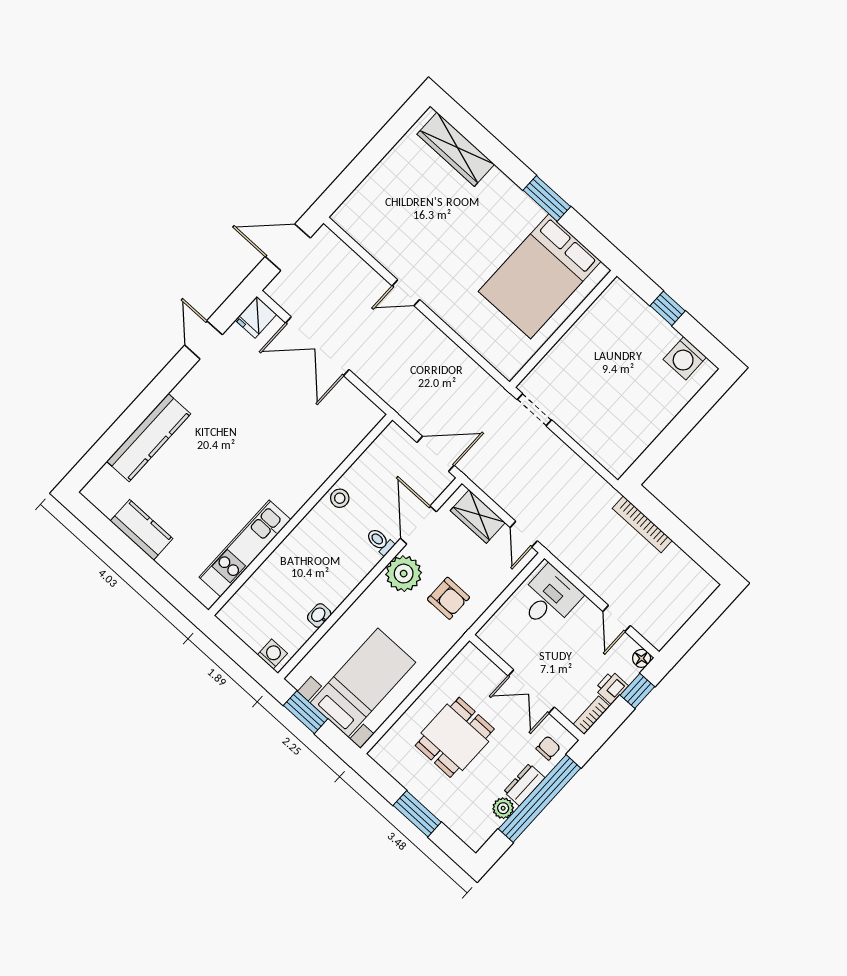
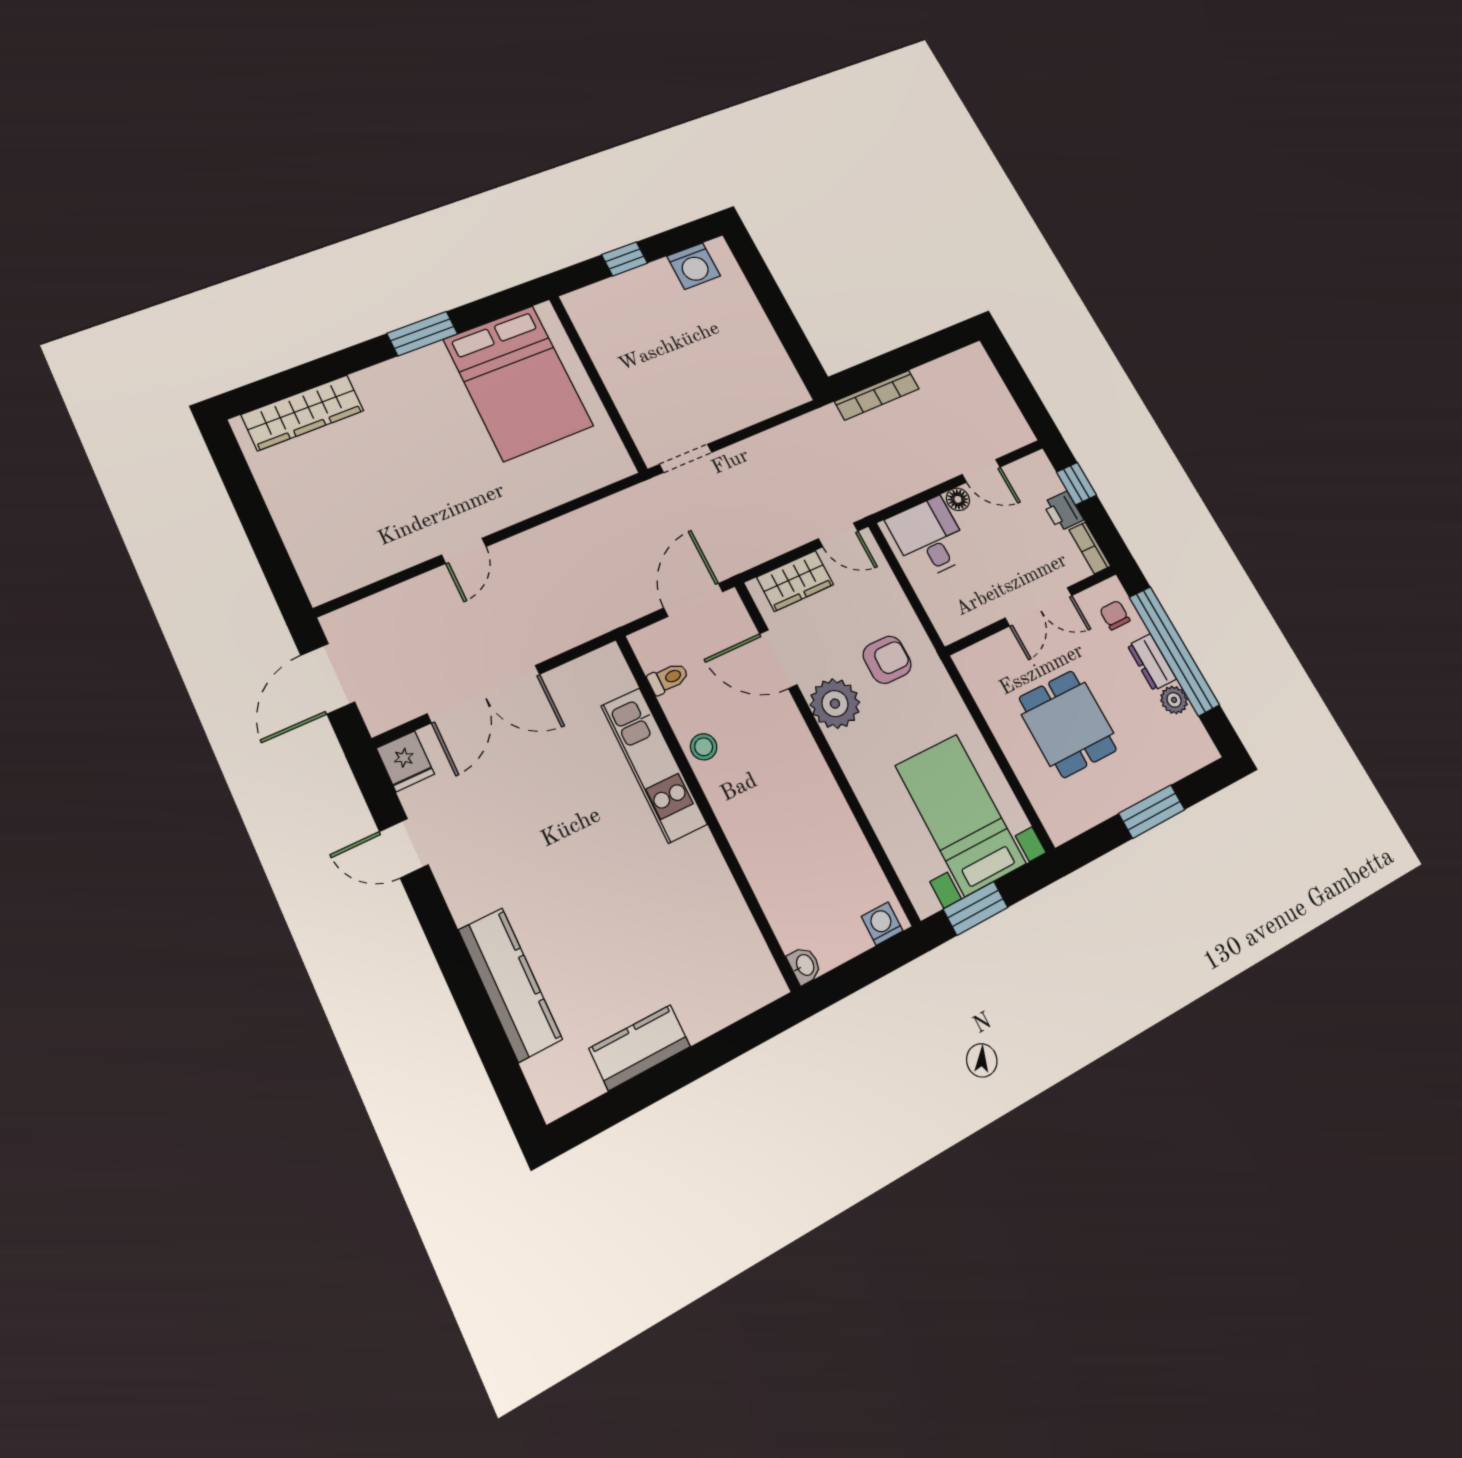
toilet: (380, 542) -> (668, 678), moved, turned 180
kitchen unit: (245, 548) -> (654, 765), moved
washbasin: (319, 615) -> (804, 965), moved, turned 180
floor lamp: (642, 658) -> (958, 499), moved

